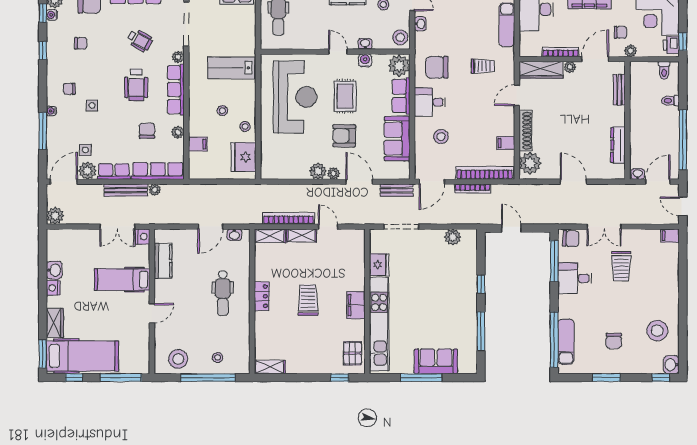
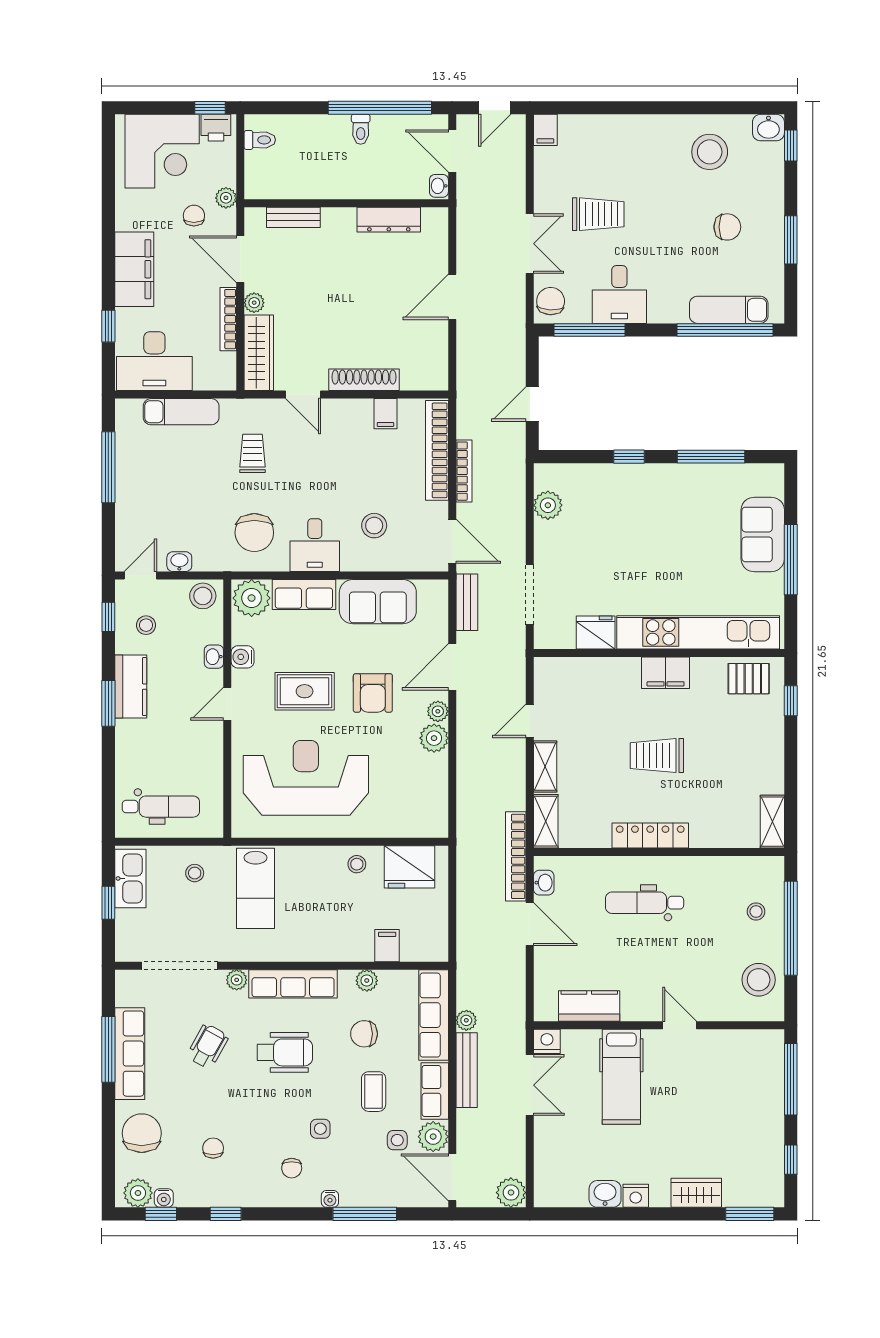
toilet: (670, 101) -> (361, 129), moved
stool: (222, 111) -> (195, 873), moved
coffee table: (114, 136) -> (374, 1092), added
plant: (530, 163) -> (420, 372), removed
bookcase: (289, 218) -> (516, 856), moved
dental chair: (223, 293) -> (645, 903), turned 180
locker: (262, 296) -> (650, 836), width x1.53
hospital bed: (82, 356) -> (753, 1145), removed

